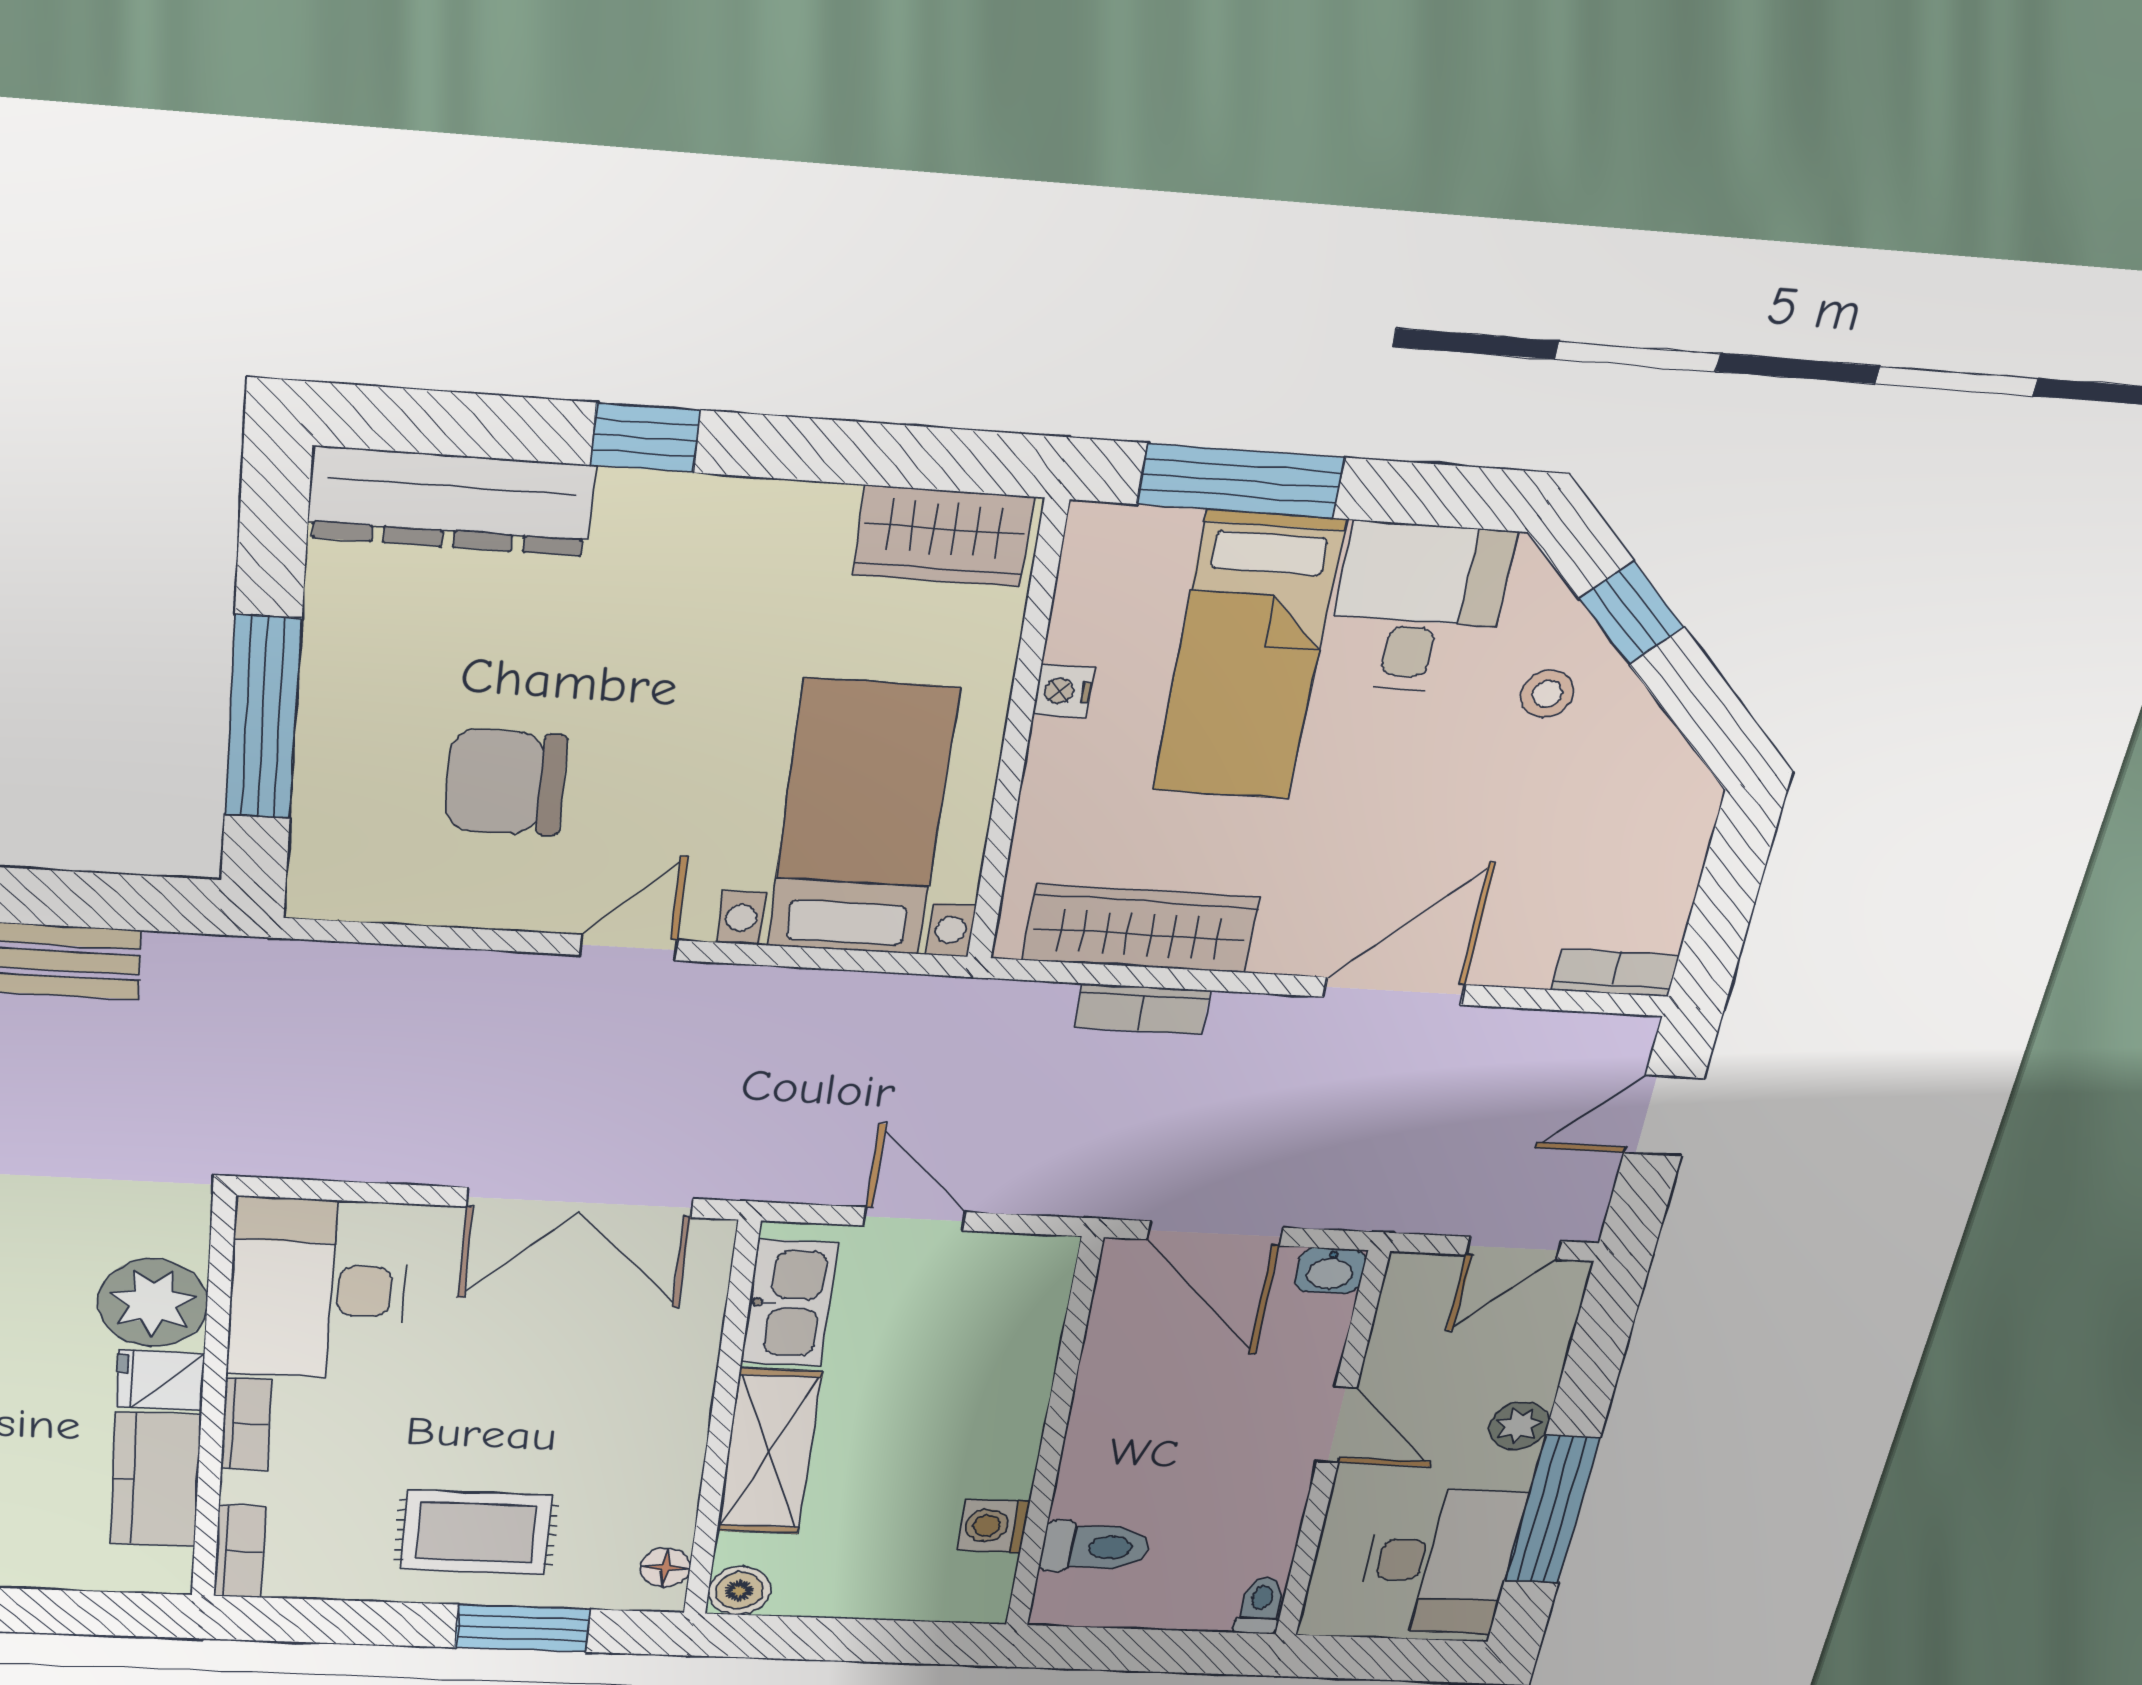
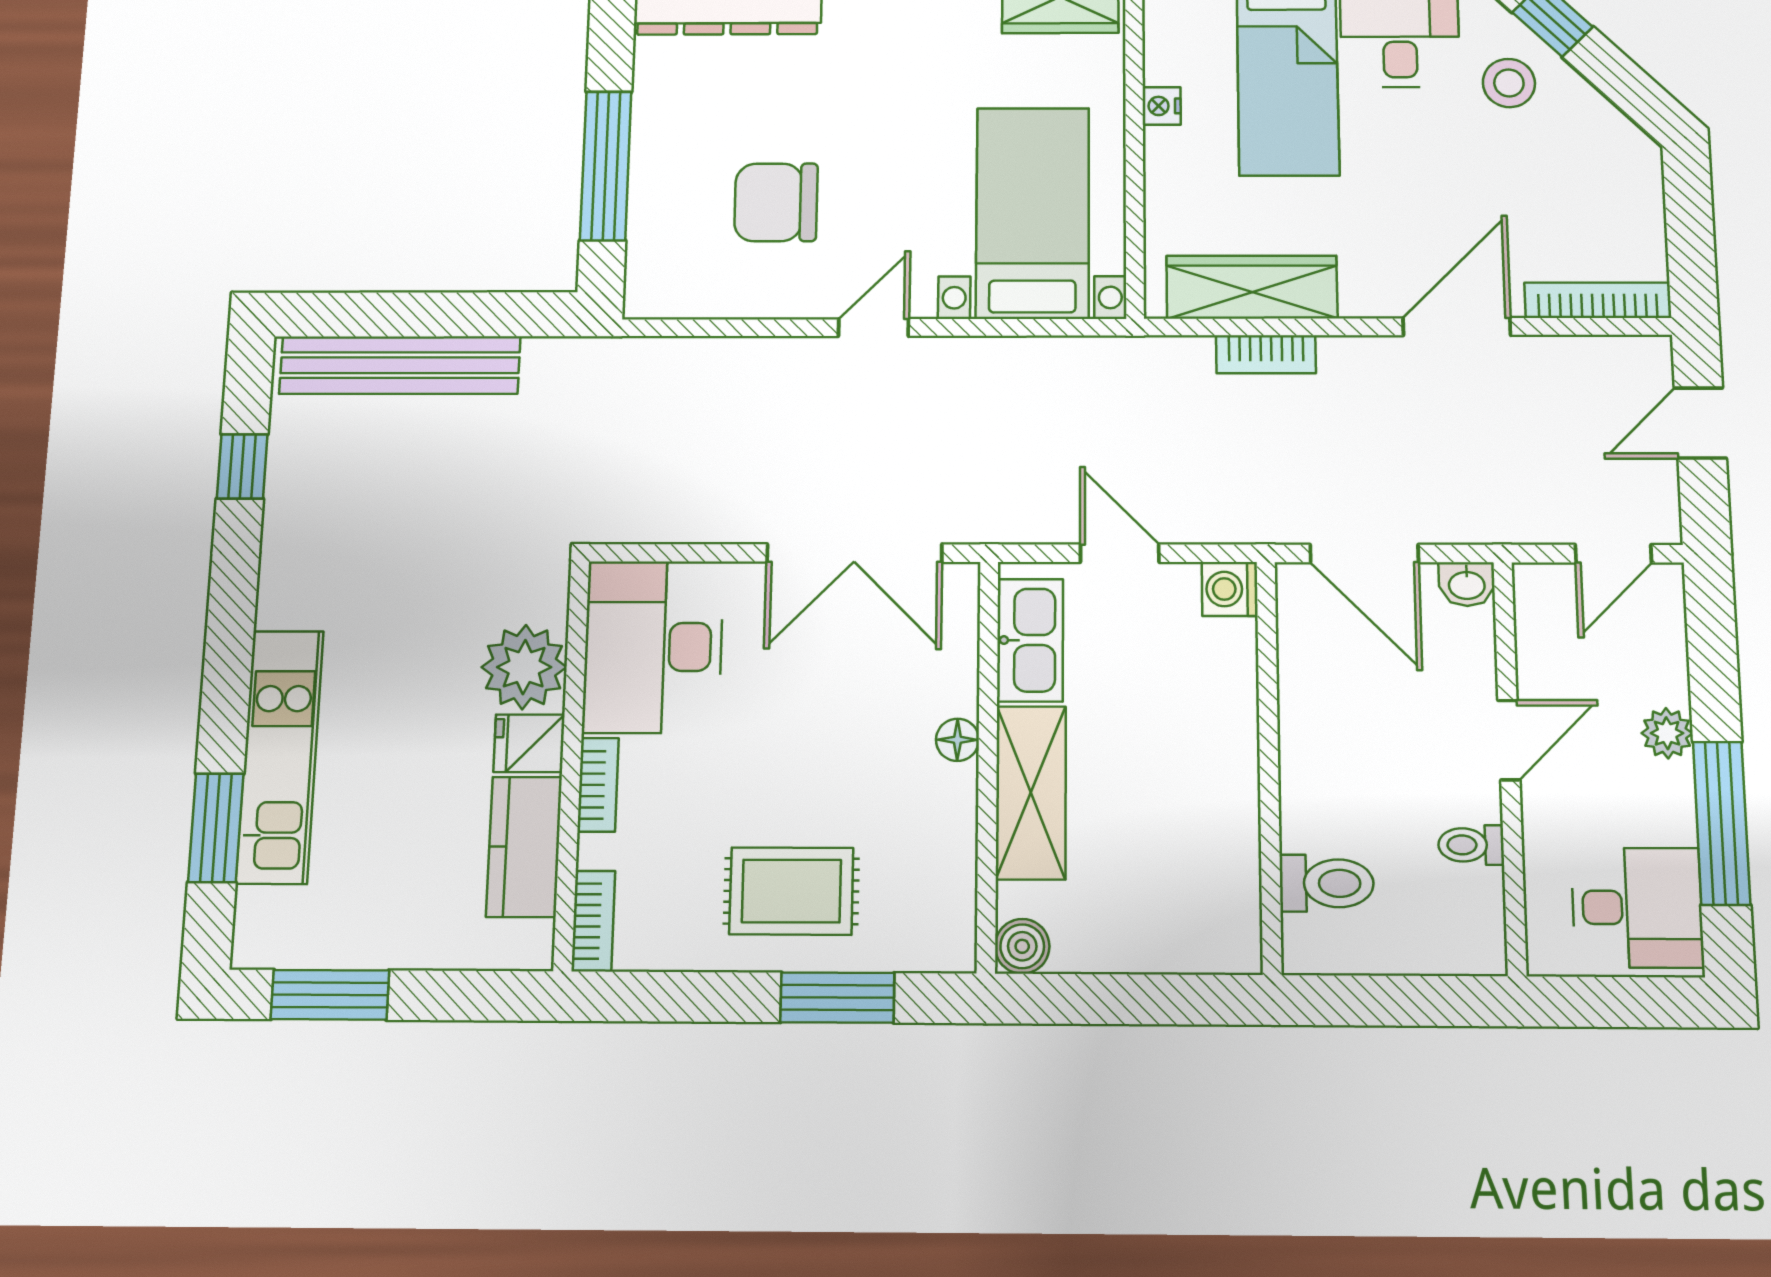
stool: (1547, 694) -> (1509, 83), width x1.37, depth x1.37
bookcase: (1615, 973) -> (1598, 300), width x1.56
door: (1337, 1425) -> (1509, 740), hinge flipped
washing machine: (993, 1526) -> (1230, 589), moved
desk: (1439, 1561) -> (1637, 908), width x0.73
floor lamp: (665, 1568) -> (957, 740), moved
toilet: (1260, 1605) -> (1471, 845), moved, turned -90

